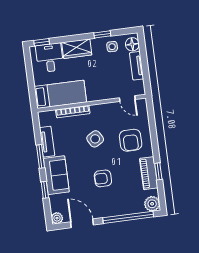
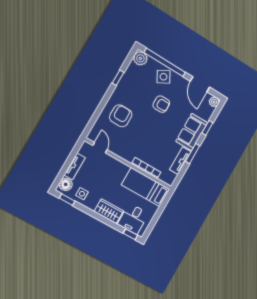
window: (102, 34) -> (67, 200), moved
side table: (95, 139) -> (164, 77), moved
piano: (149, 173) -> (126, 82), removed

